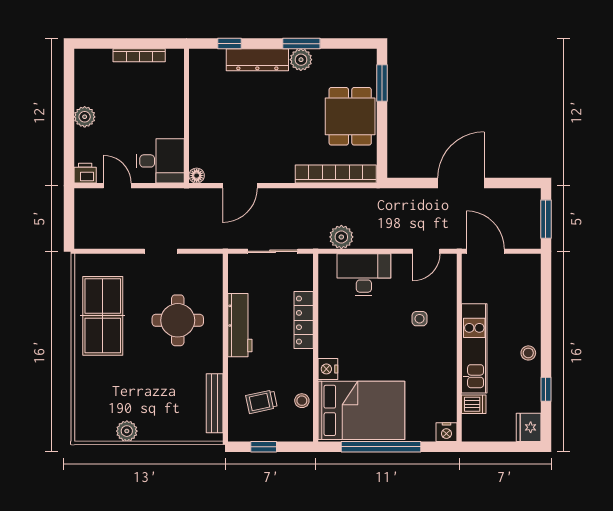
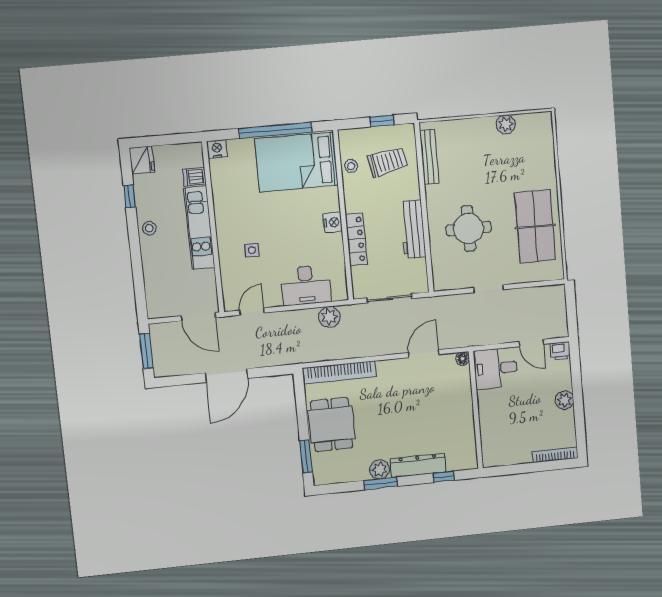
bookcase: (139, 55) -> (555, 455), moved
nightstand: (328, 369) -> (333, 222), moved
trolley: (261, 402) -> (387, 162), width x1.36, depth x1.39

